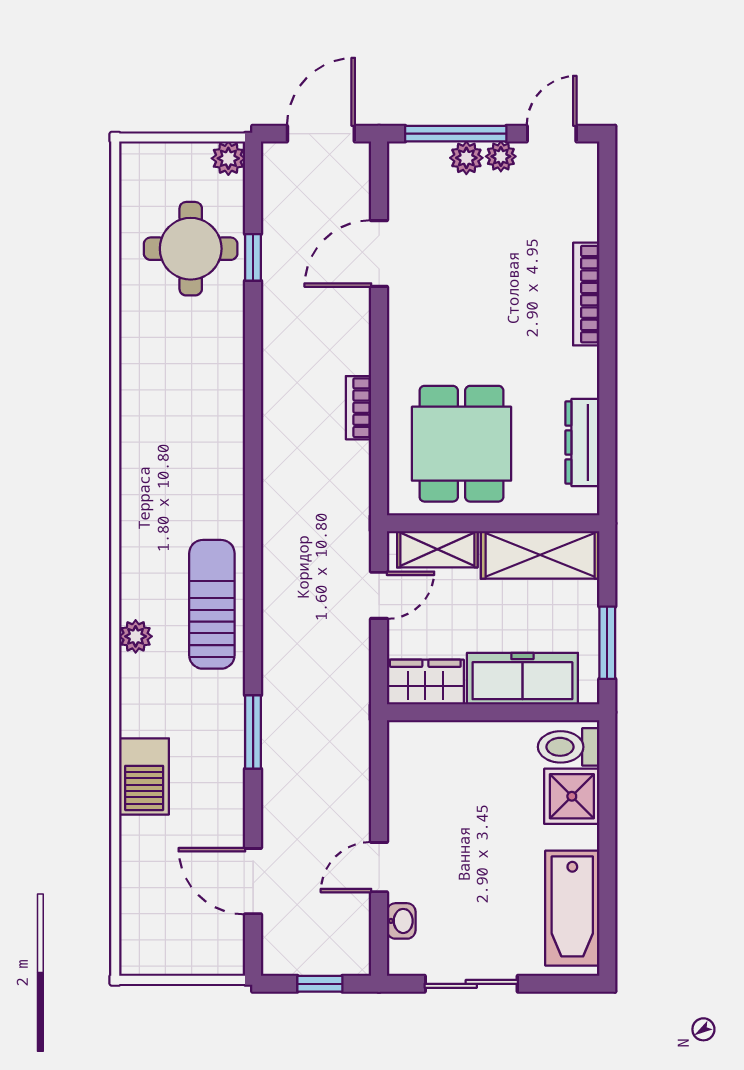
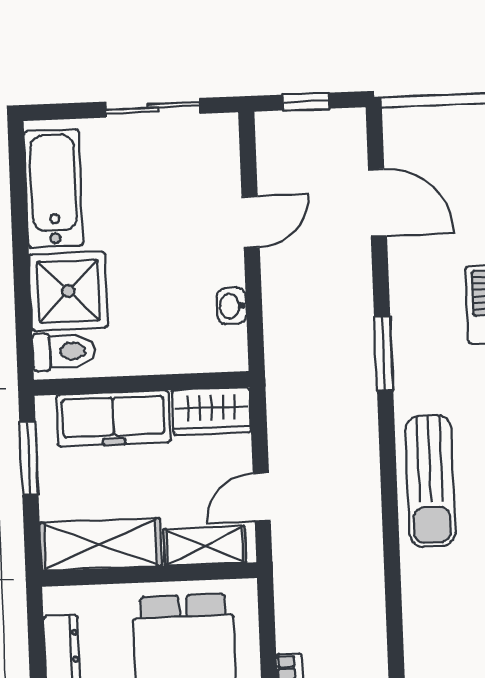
shower: (572, 796) -> (68, 291), width x1.36, depth x1.36
washbasin: (401, 921) -> (232, 306), moved

